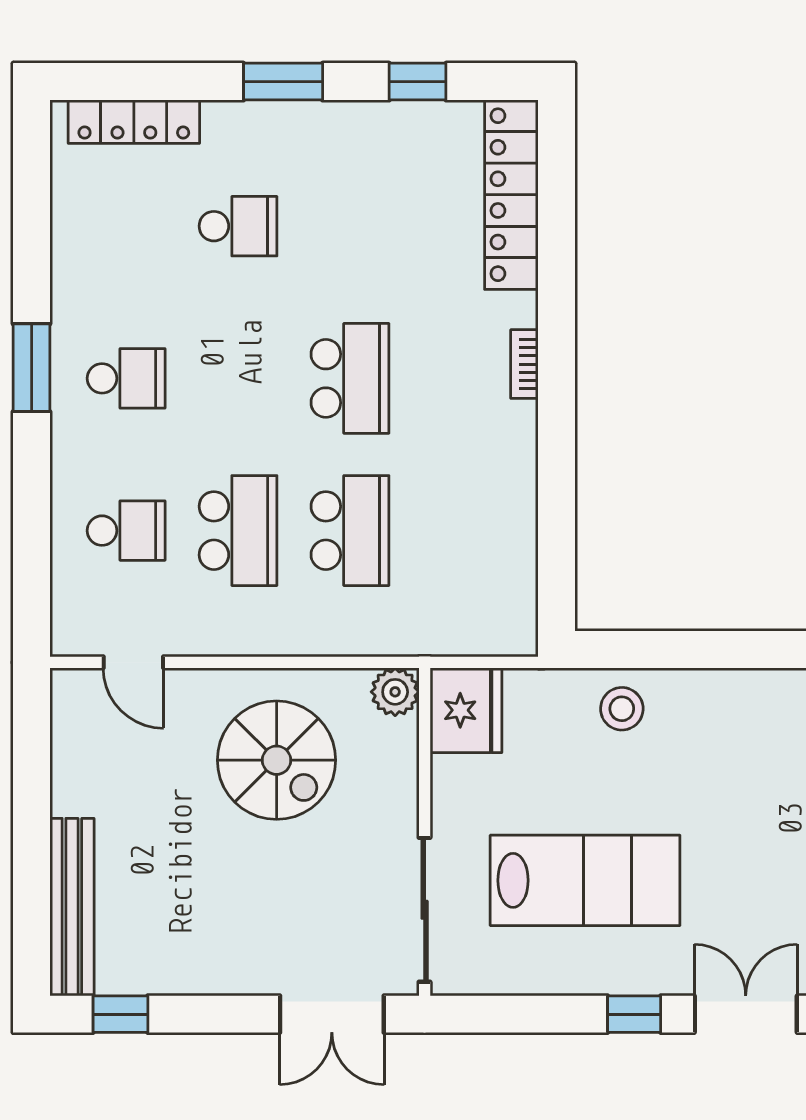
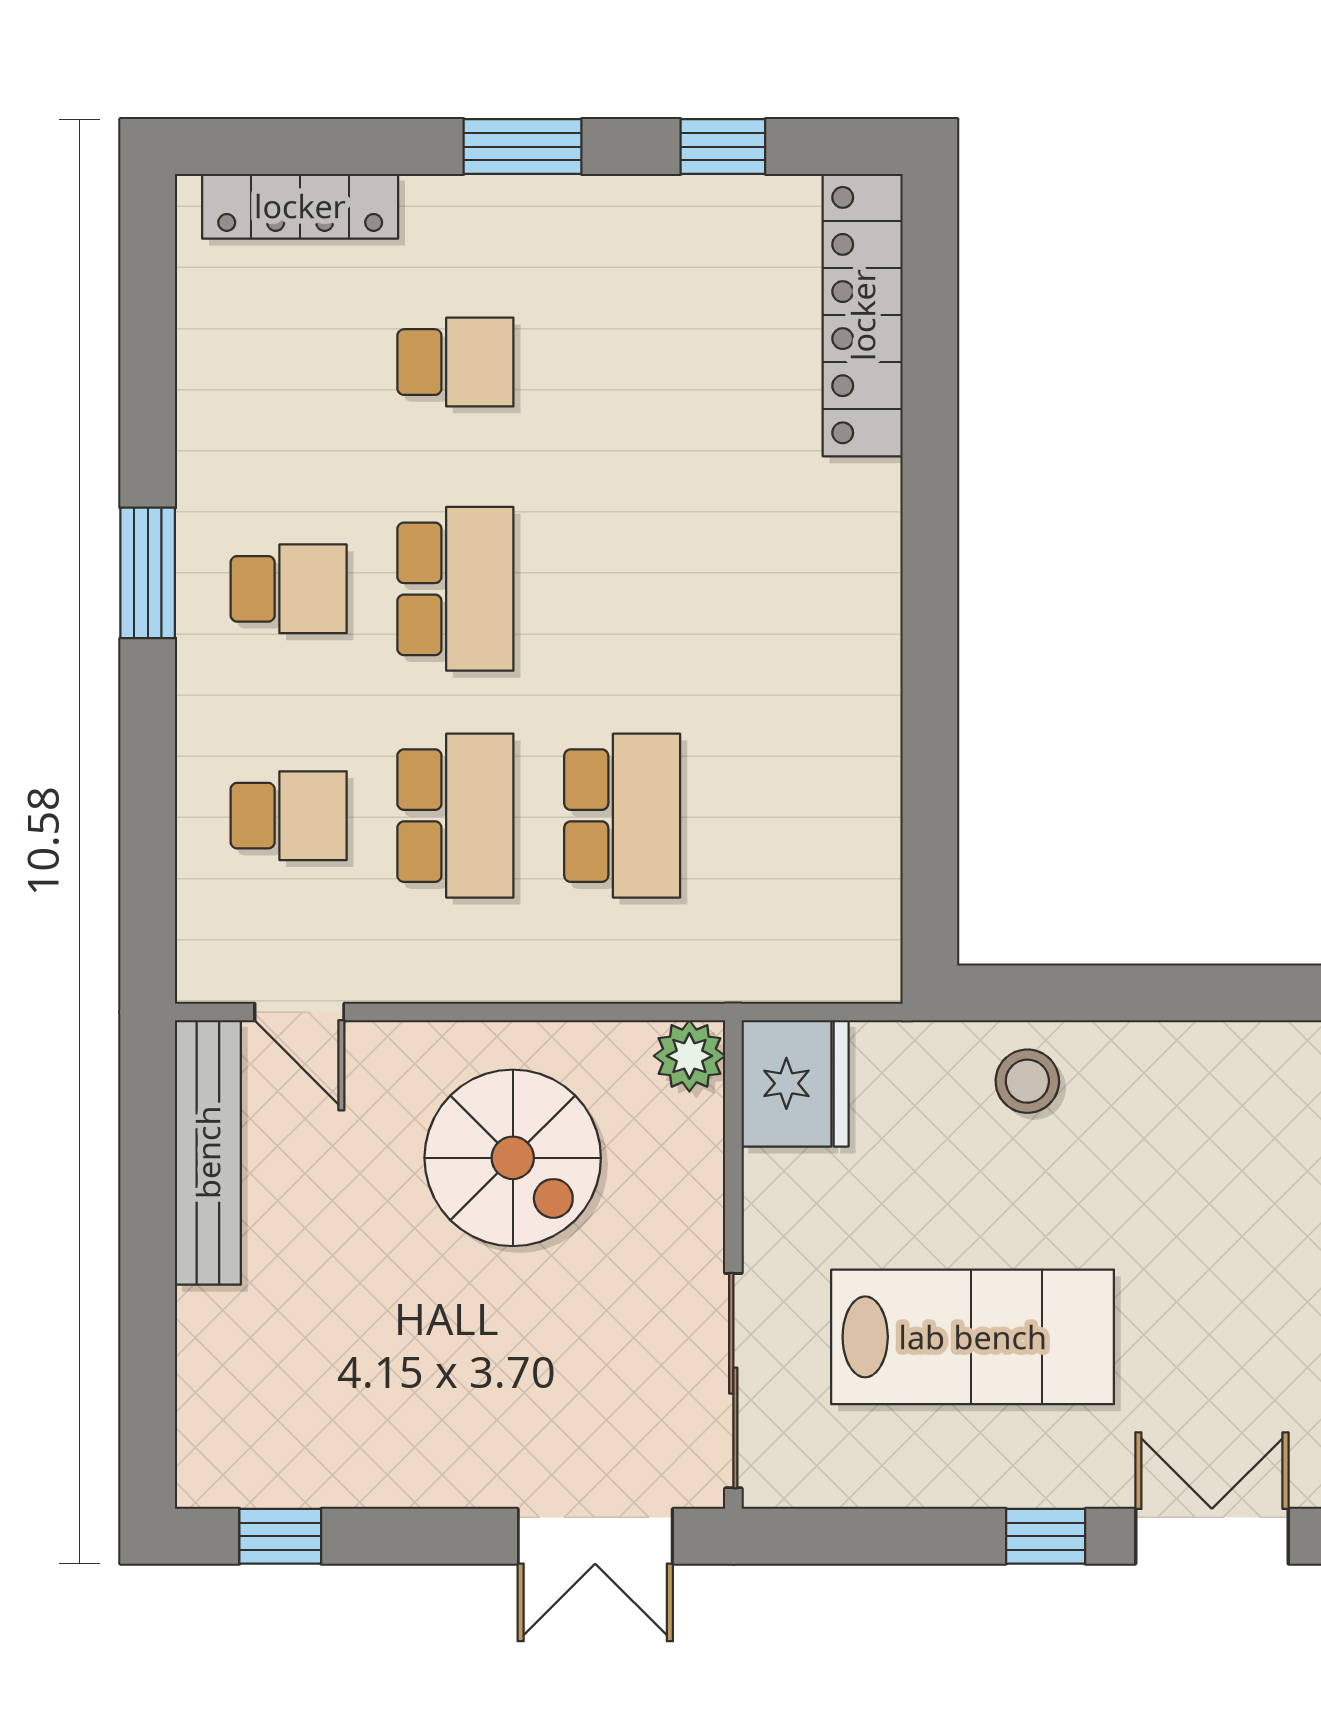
bookcase: (524, 364) -> (882, 568), removed
school desk: (350, 378) -> (455, 589), moved
bench: (72, 907) -> (208, 1152), moved

